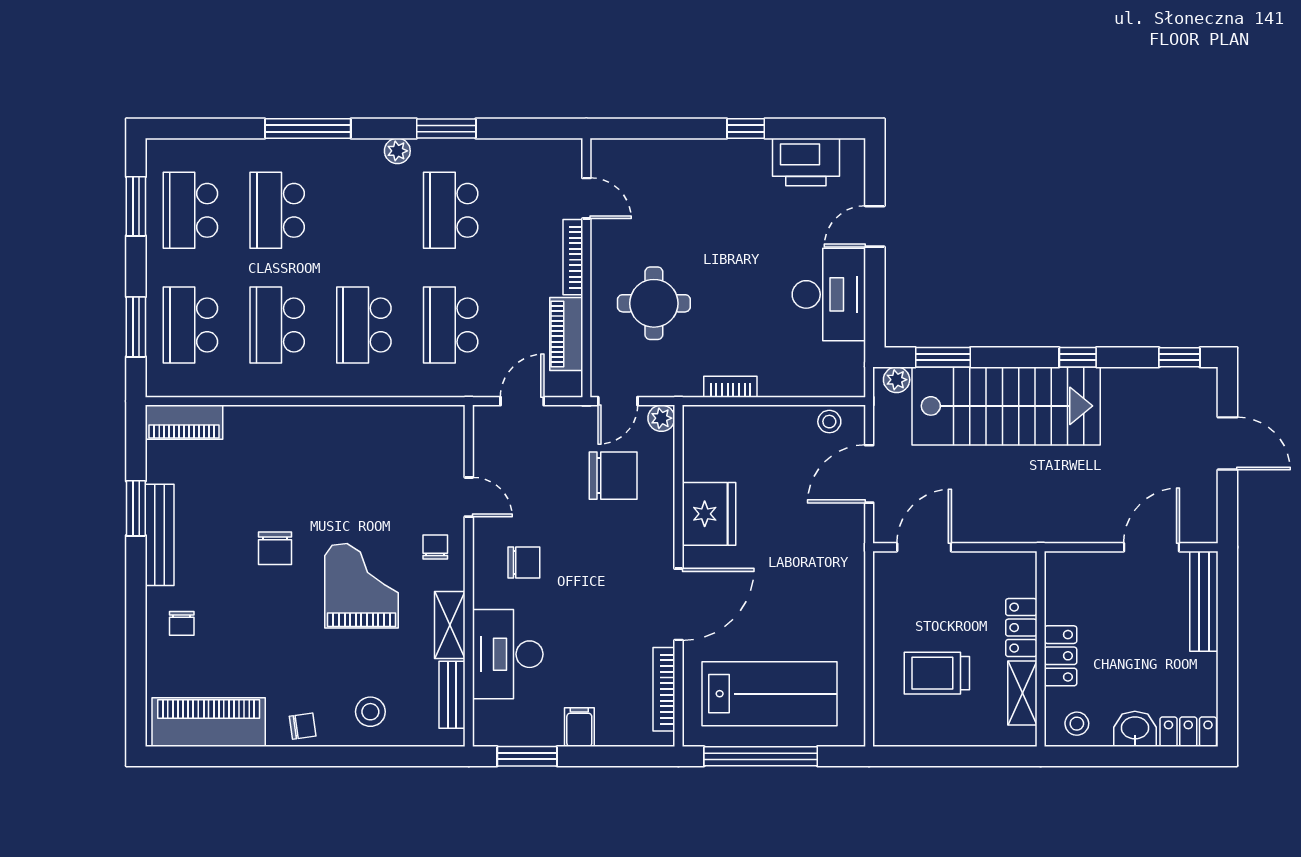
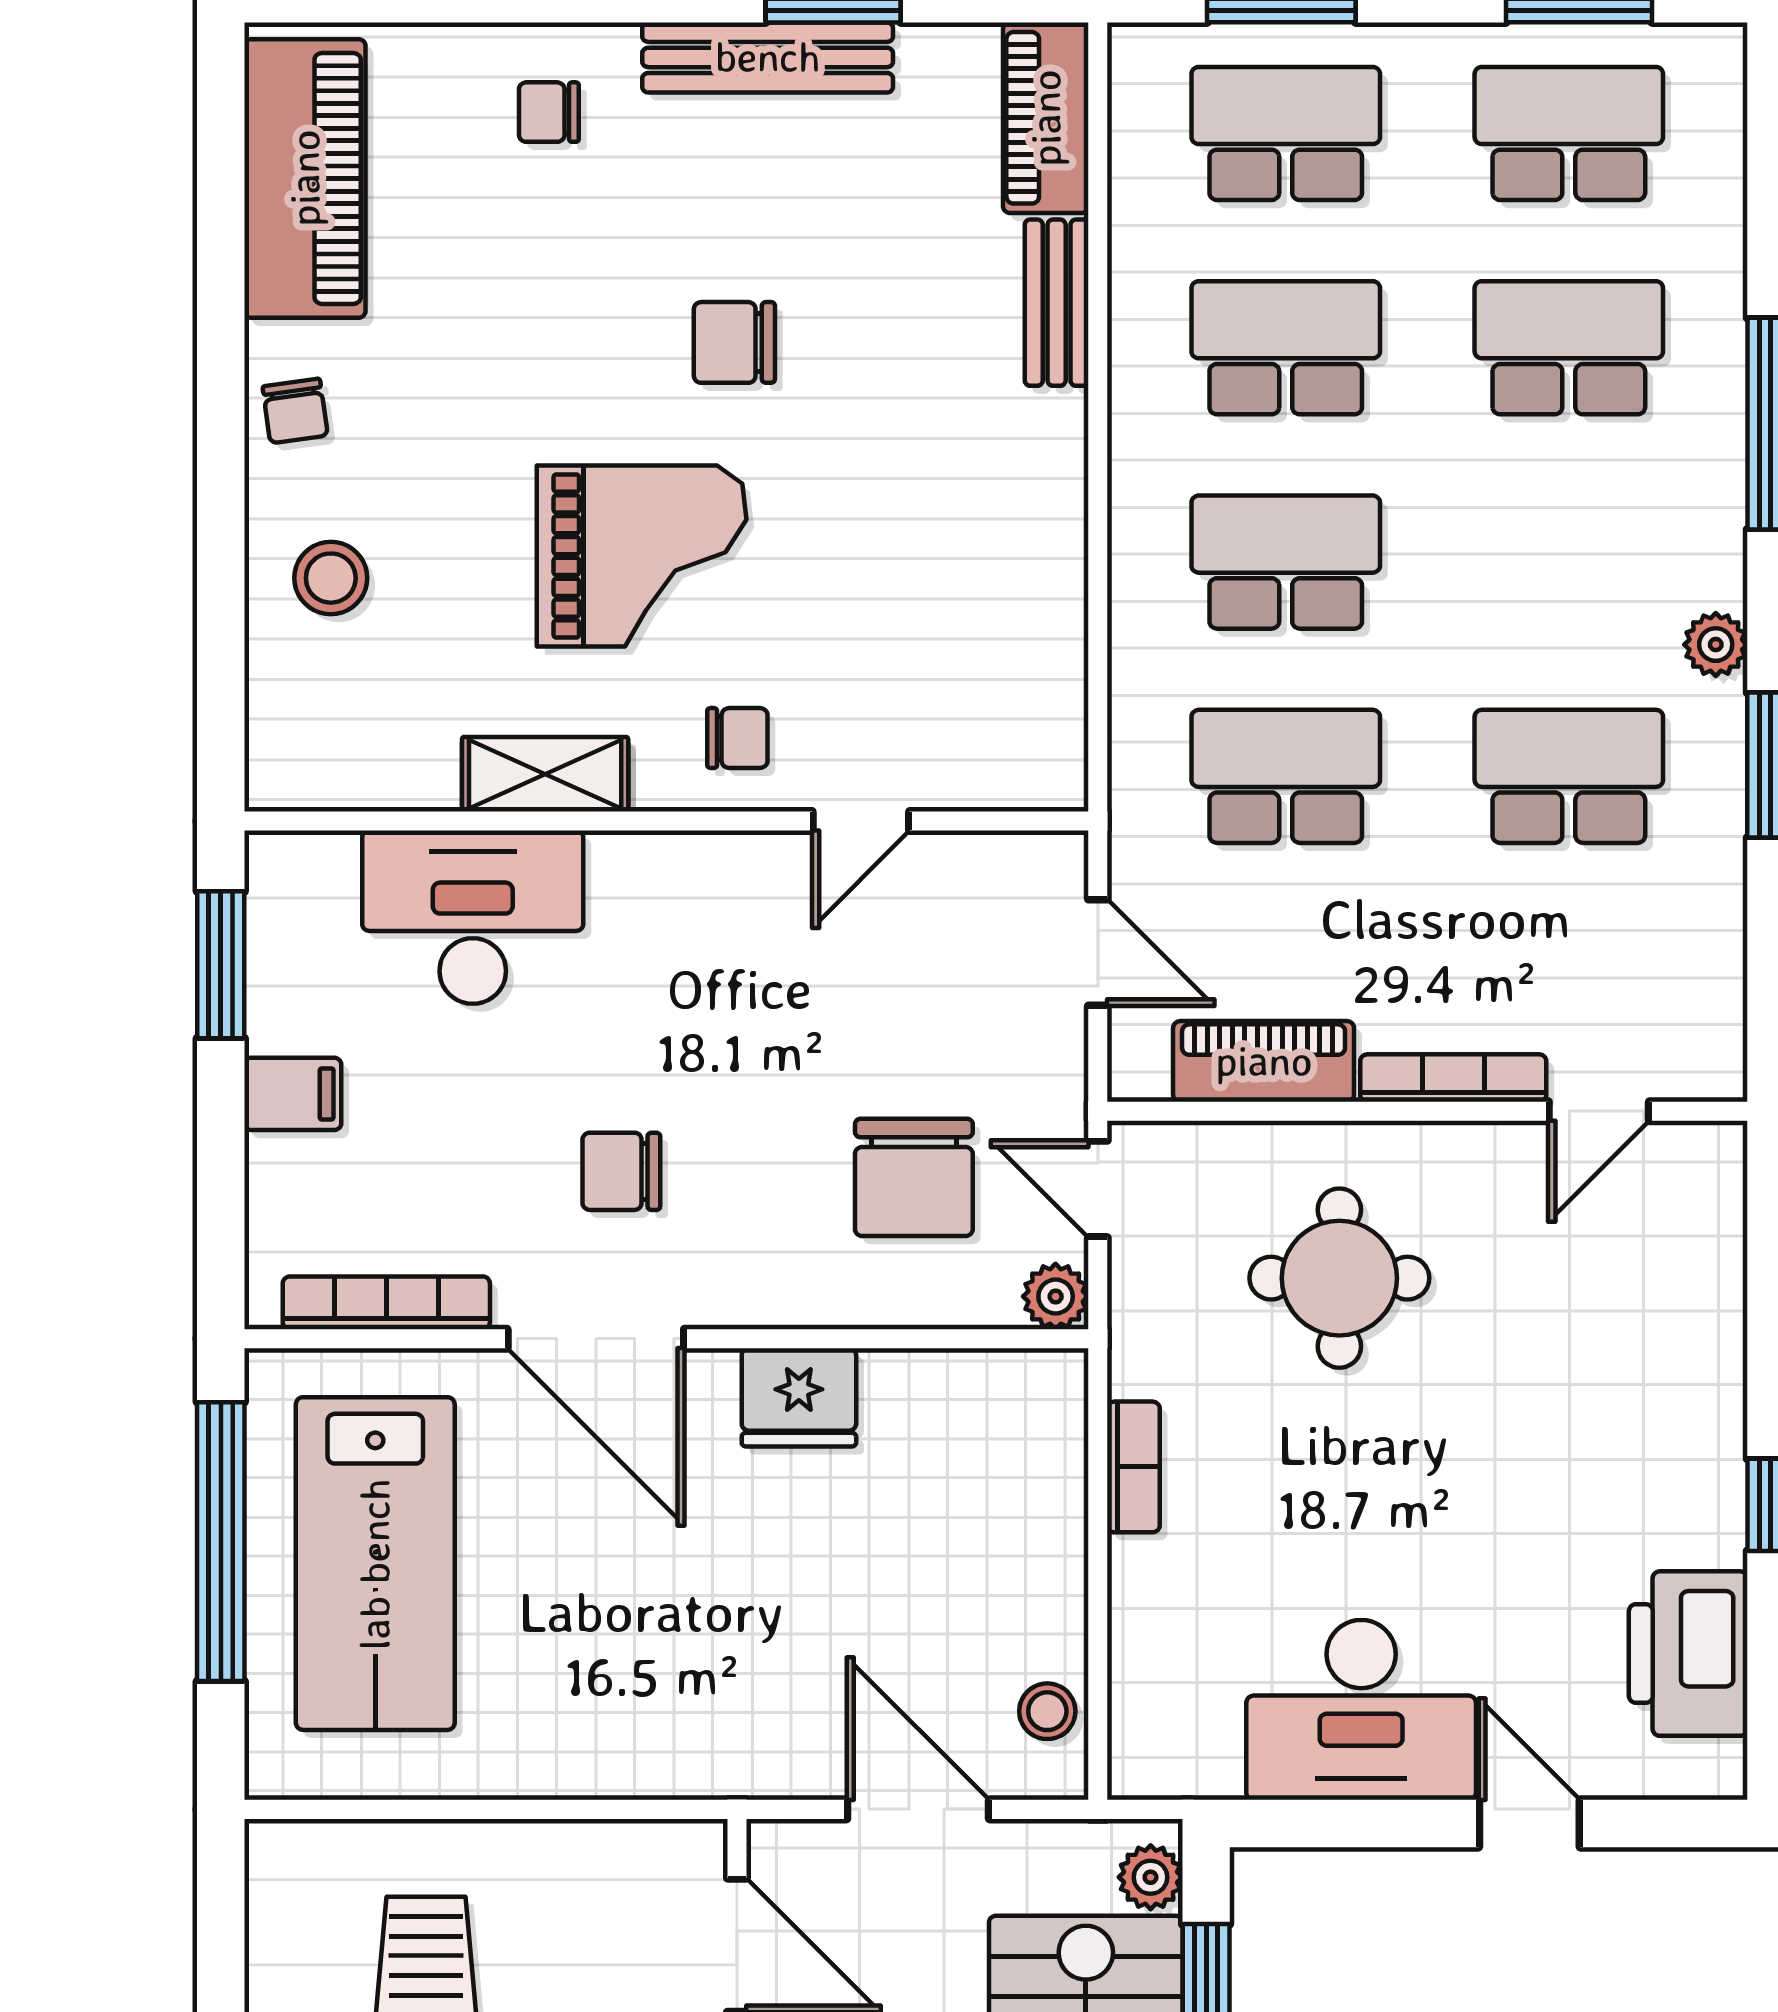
fridge: (709, 514) -> (799, 1397), width x0.73, depth x0.75
chair: (524, 562) -> (621, 1171), moved, turned 90
bench: (452, 695) -> (1057, 303), moved, turned 90

